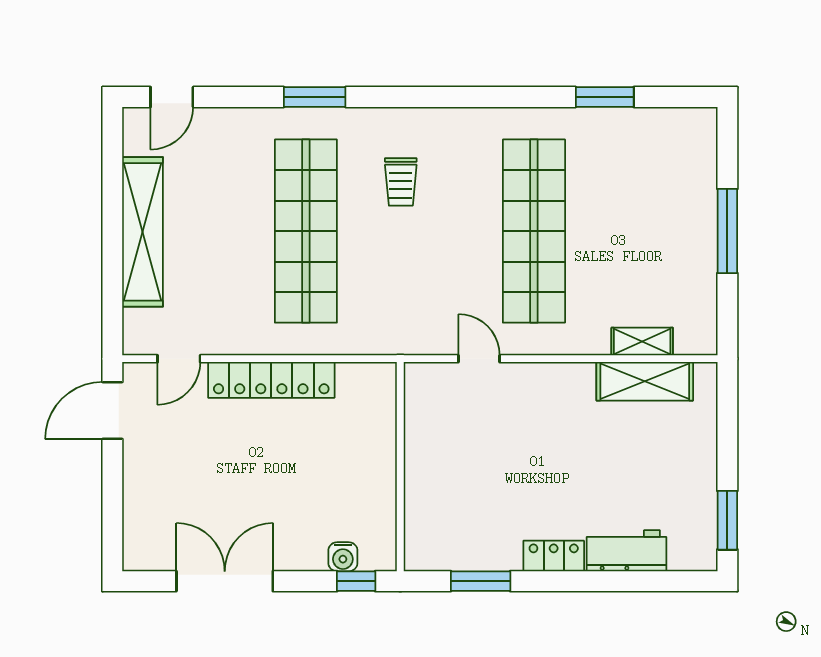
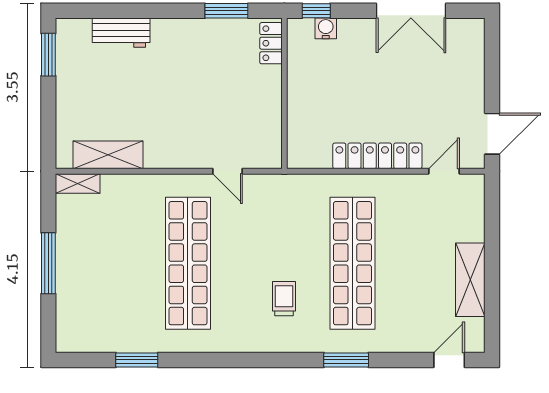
shelving: (143, 232) -> (470, 280), width x0.68
shelving: (642, 342) -> (78, 183), moved
locker: (554, 556) -> (271, 43), moved, turned 90

